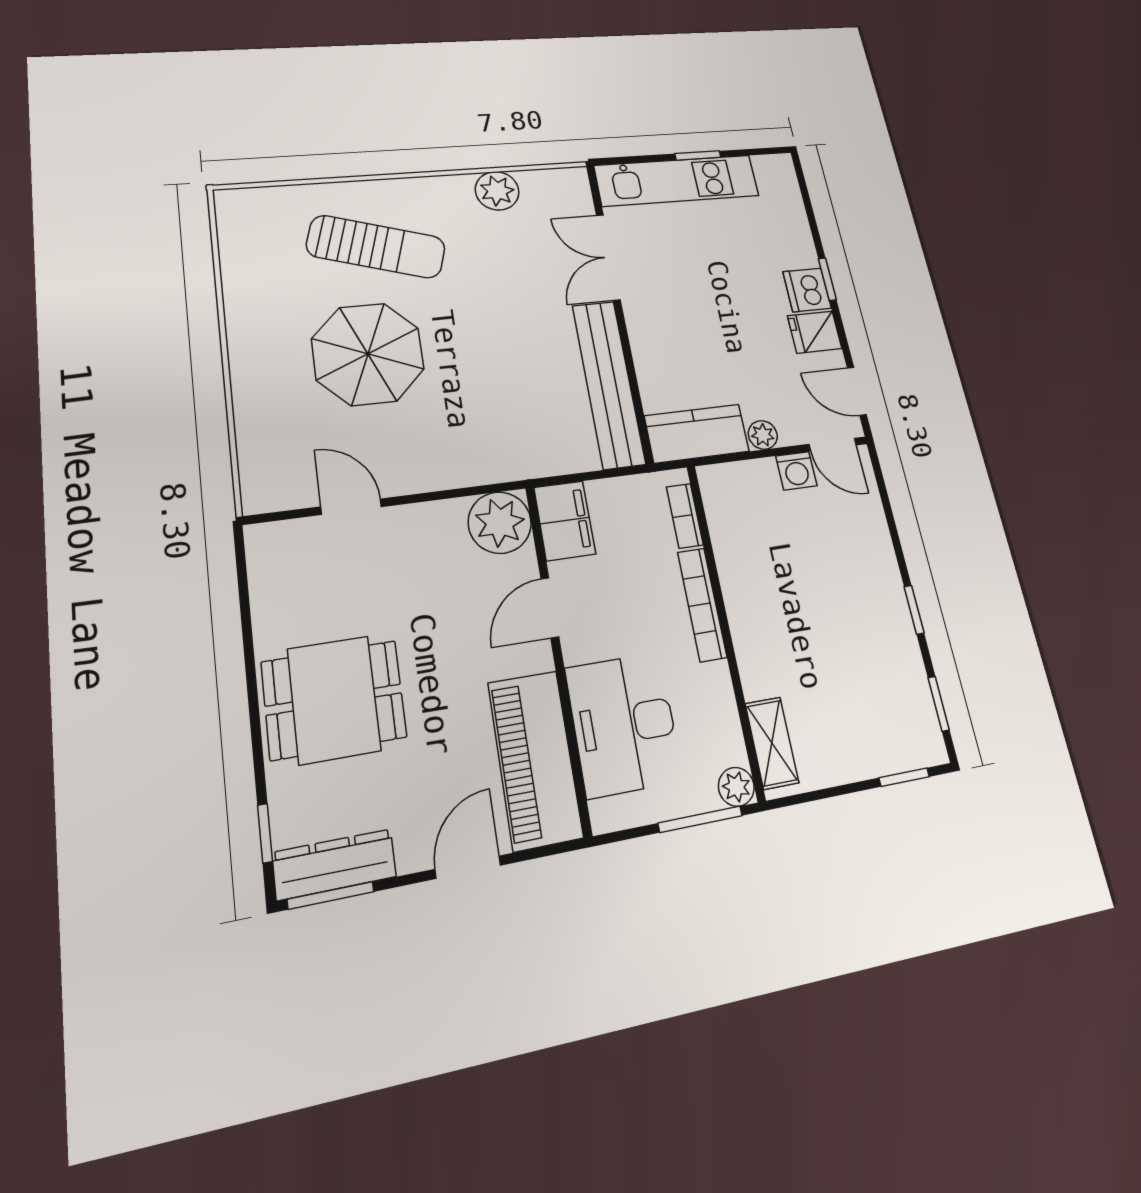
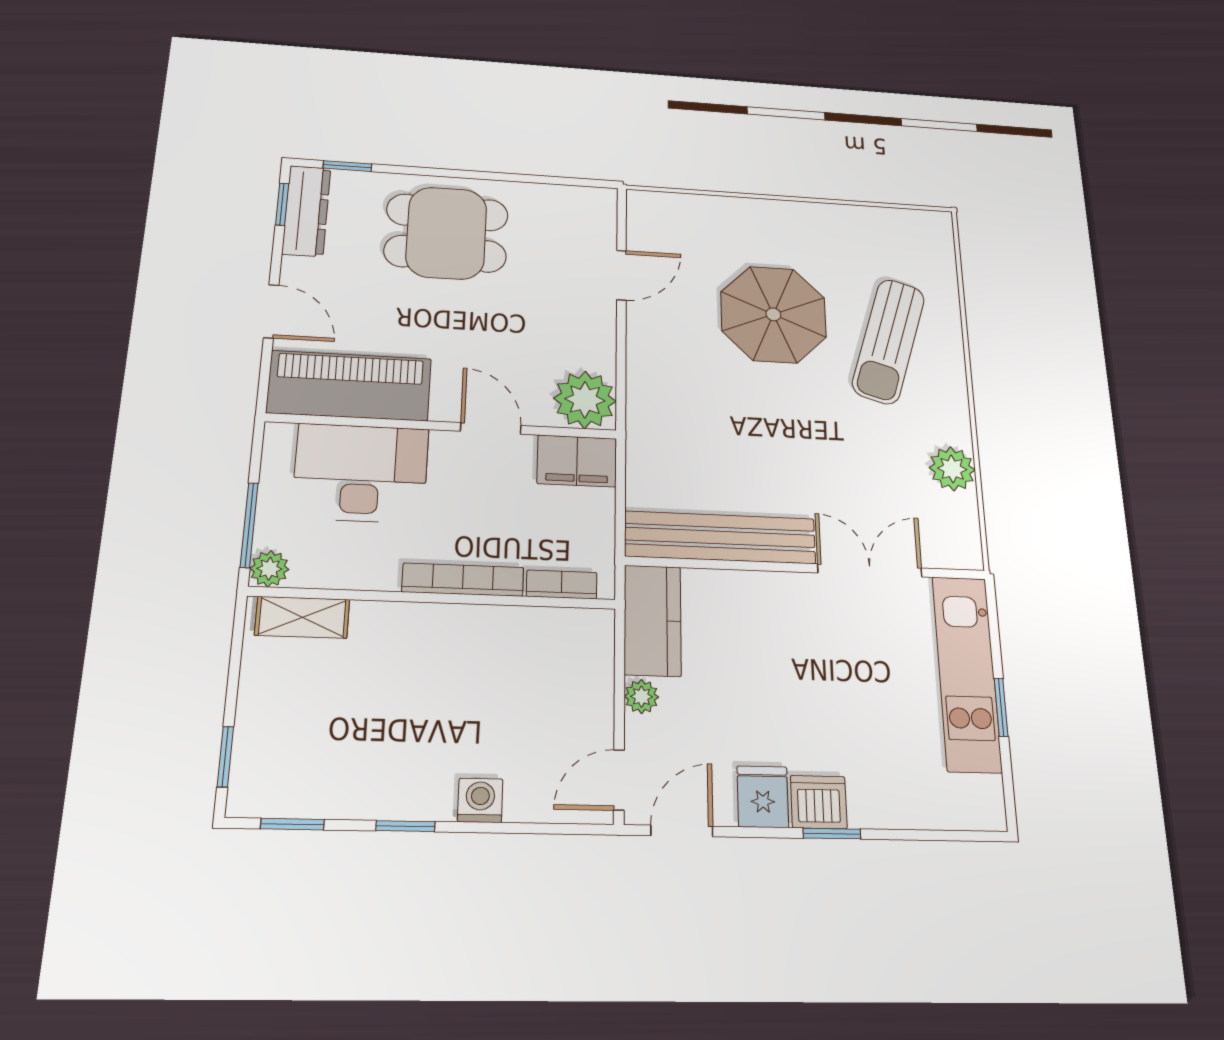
washing machine: (796, 471) -> (480, 800), moved, turned 90
dining table: (334, 700) -> (446, 233), turned 90
window: (331, 896) -> (282, 204), width x0.67

